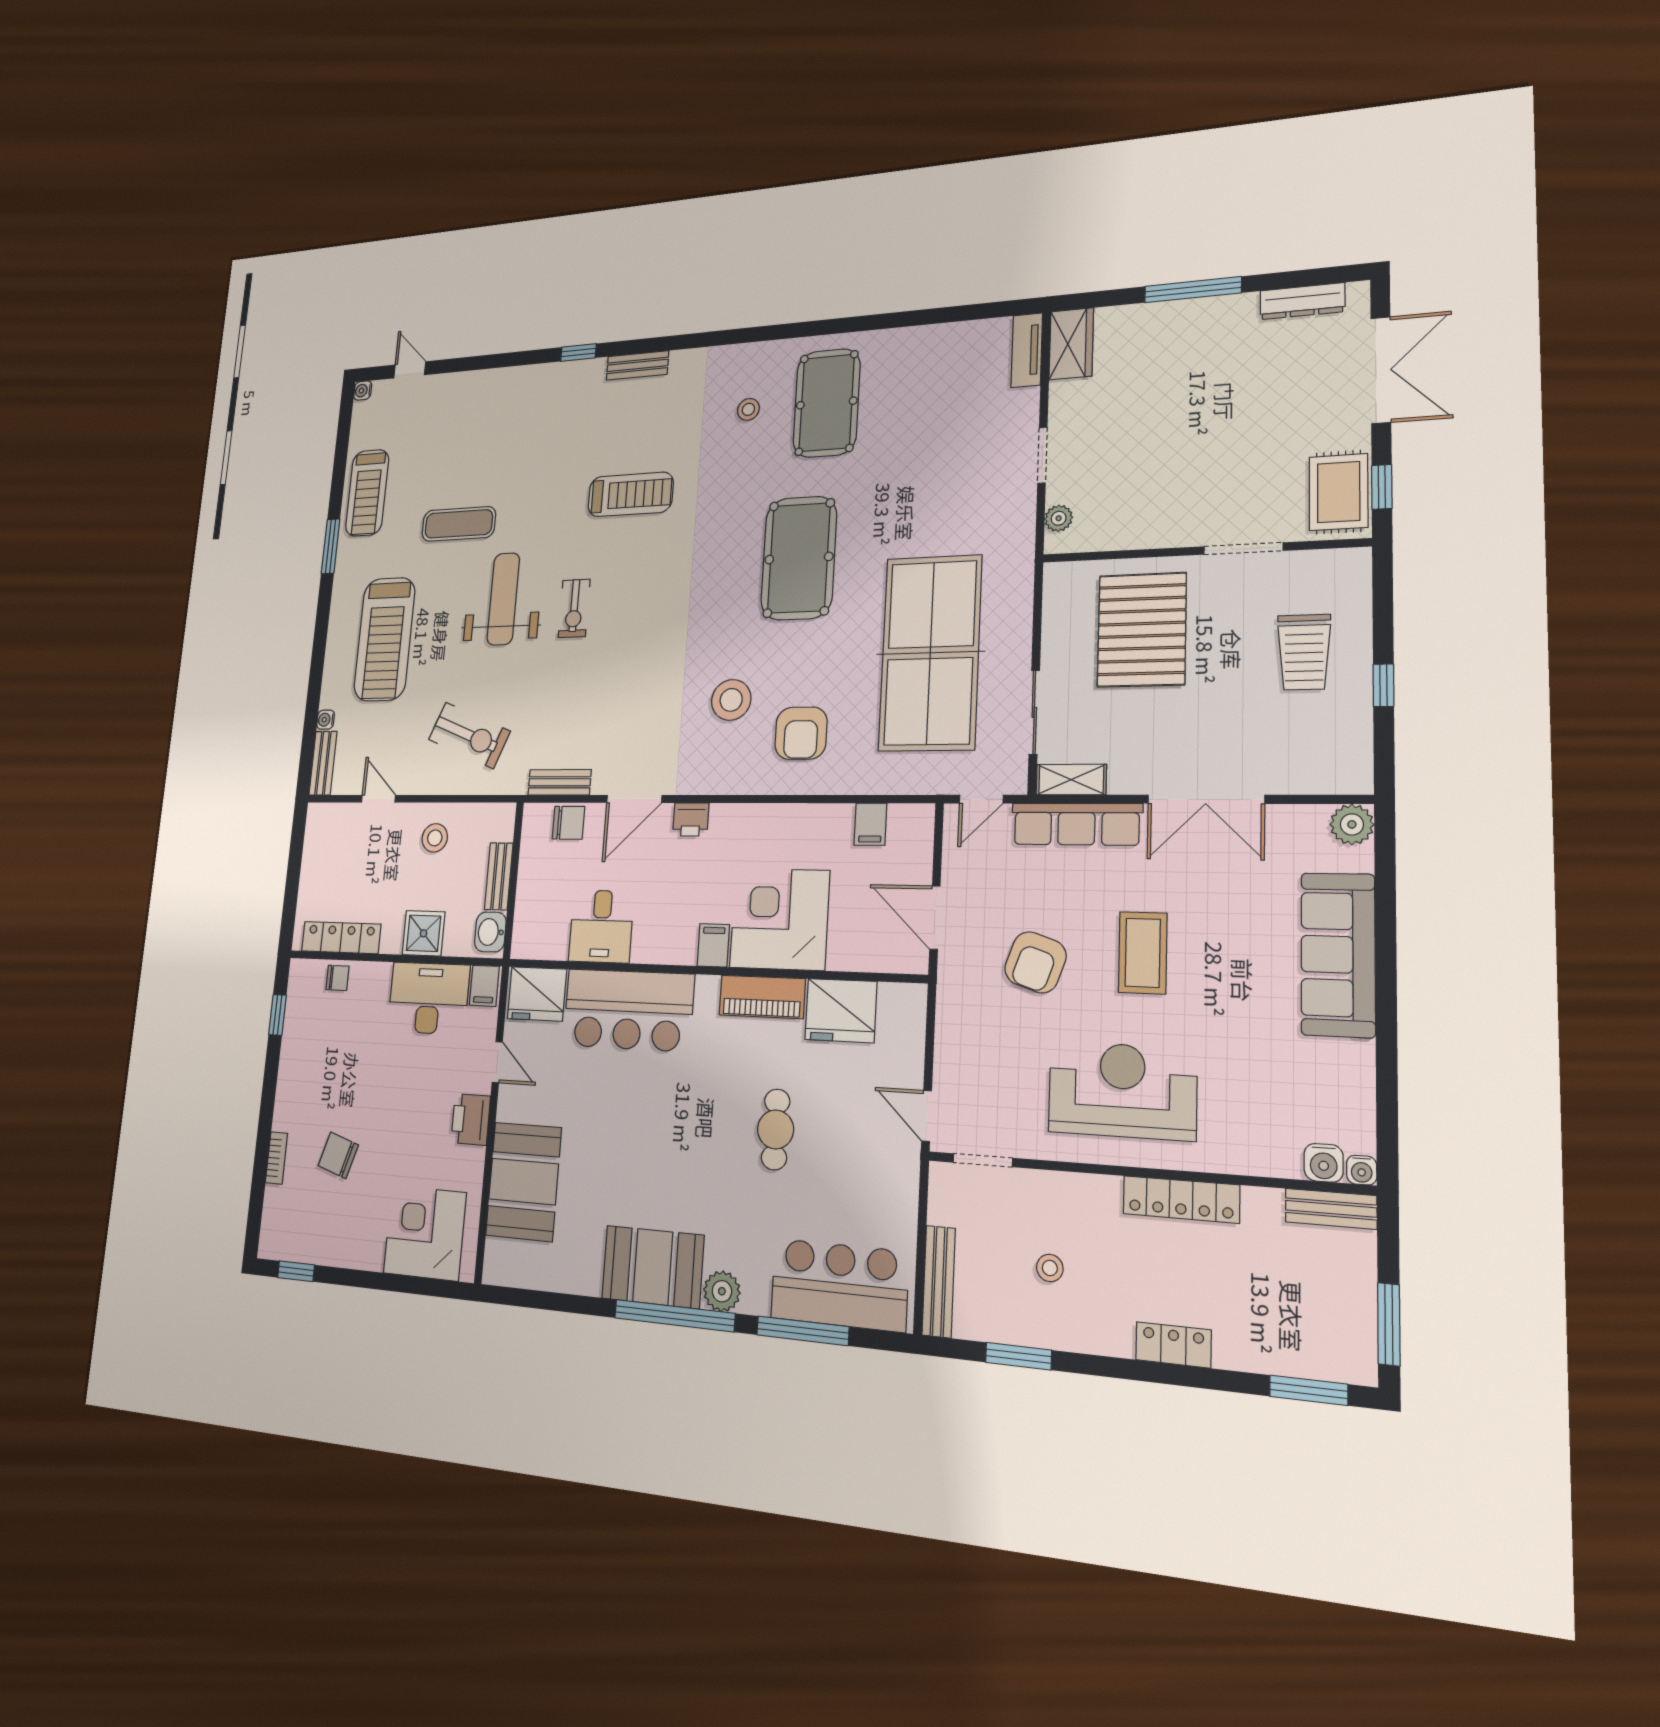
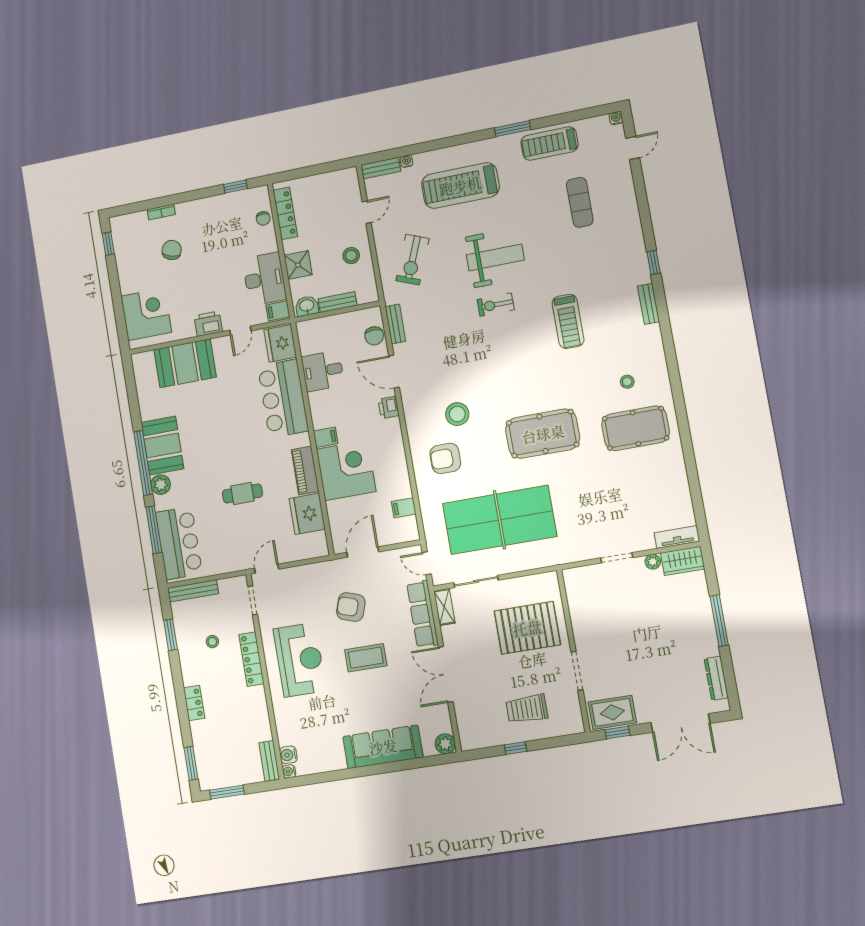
plant: (1059, 518) -> (653, 562), moved
exercise mat: (459, 524) -> (580, 202), moved
locker: (1181, 1199) -> (251, 659), moved

